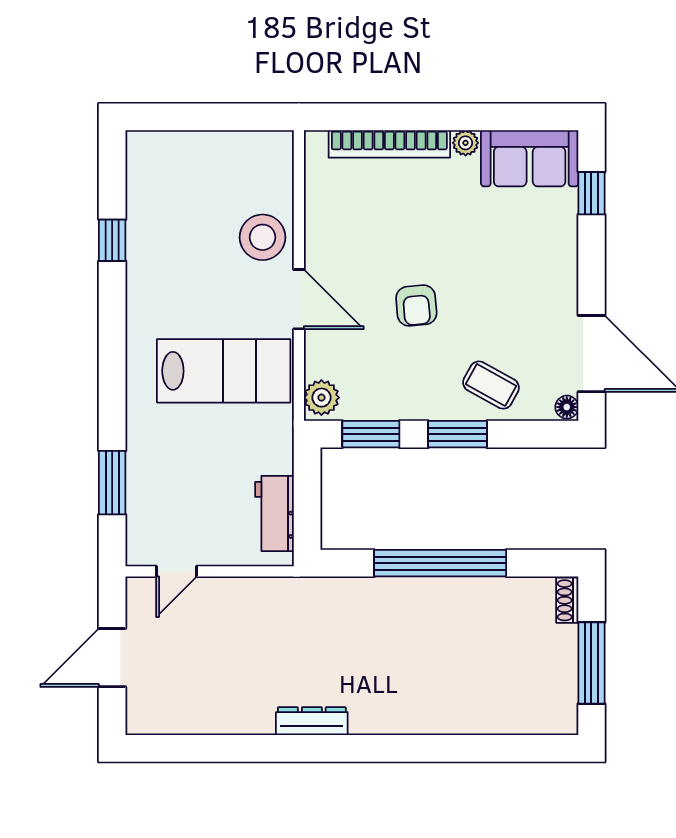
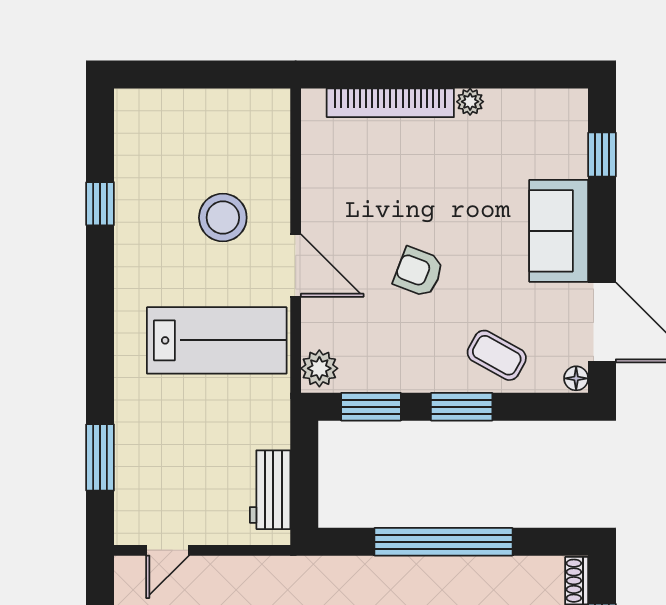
sofa: (530, 158) -> (559, 231), moved, turned 90
stool: (263, 237) -> (223, 218), moved
armchair: (416, 306) -> (419, 272), turned 116

